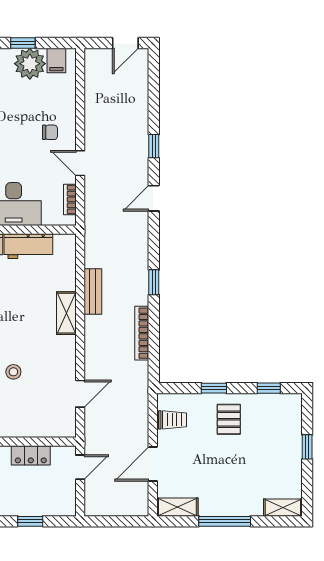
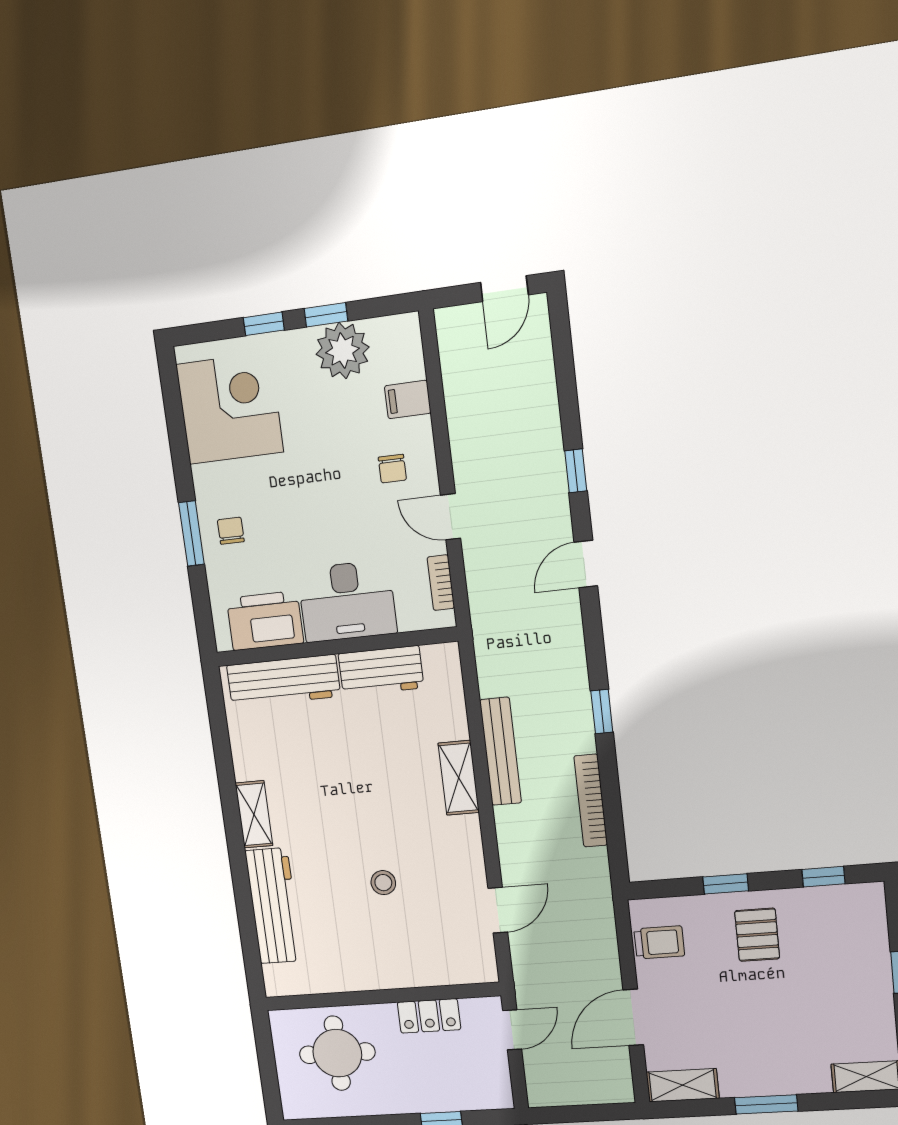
filing cabinet: (56, 60) -> (408, 400), moved, turned 90
chair: (50, 132) -> (392, 469), turned 90
bench: (93, 292) -> (501, 751), width x1.36
window: (225, 521) -> (766, 1104), width x0.69

